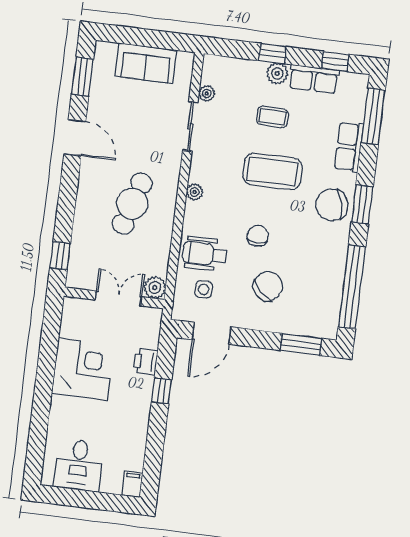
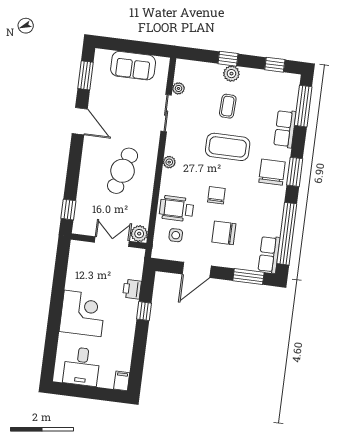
row of seats: (314, 79) -> (269, 254), moved, turned 90
coffee table: (273, 117) -> (228, 106), turned 90
chair: (332, 205) -> (272, 172), turned 103
chair: (268, 286) -> (224, 233), turned -134
door: (212, 333) -> (197, 270), moved
corner desk: (83, 369) -> (83, 313), moved

